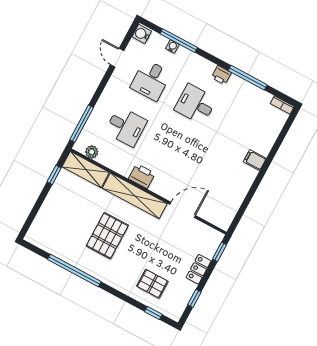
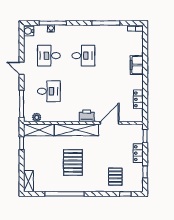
door: (117, 58) -> (22, 68), moved
printer: (221, 75) -> (89, 30), removed
desk: (151, 80) -> (49, 56), turned 90
desk: (196, 104) -> (83, 56), turned 180
filing cabinet: (255, 160) -> (137, 65), width x2.00
printer: (142, 176) -> (87, 116), moved
locker: (236, 199) -> (138, 99), added
shelving: (37, 229) -> (28, 181), added
pallet: (152, 284) -> (115, 177), turned 90

